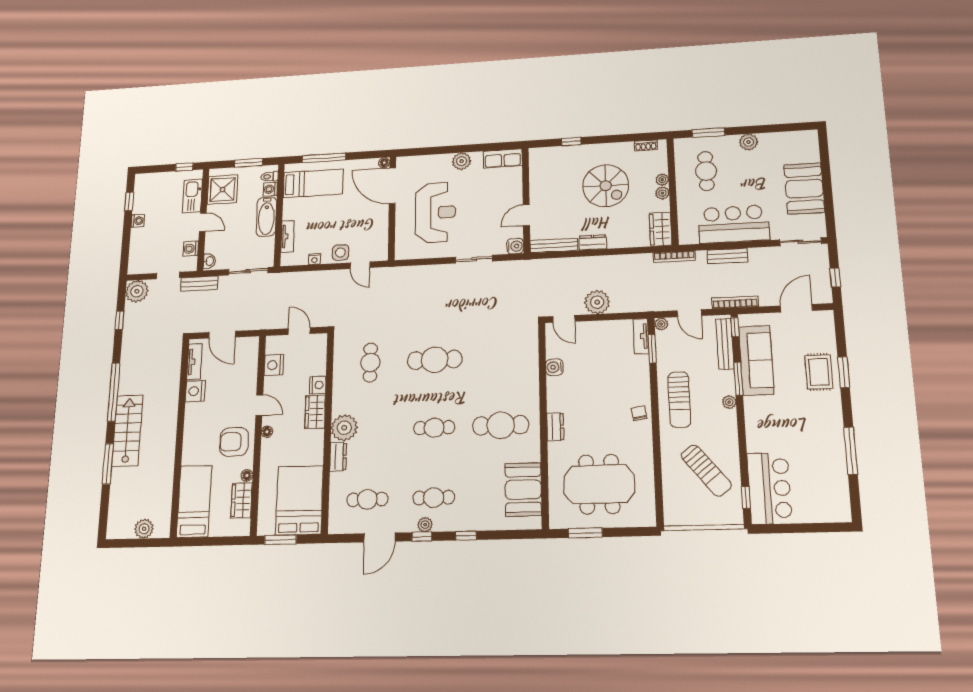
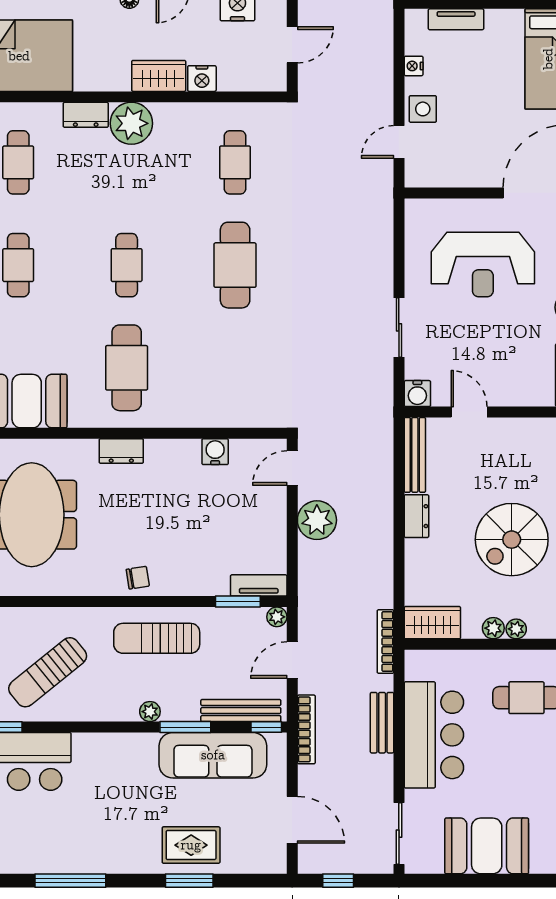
cafe table: (370, 363) -> (235, 162), turned 90

